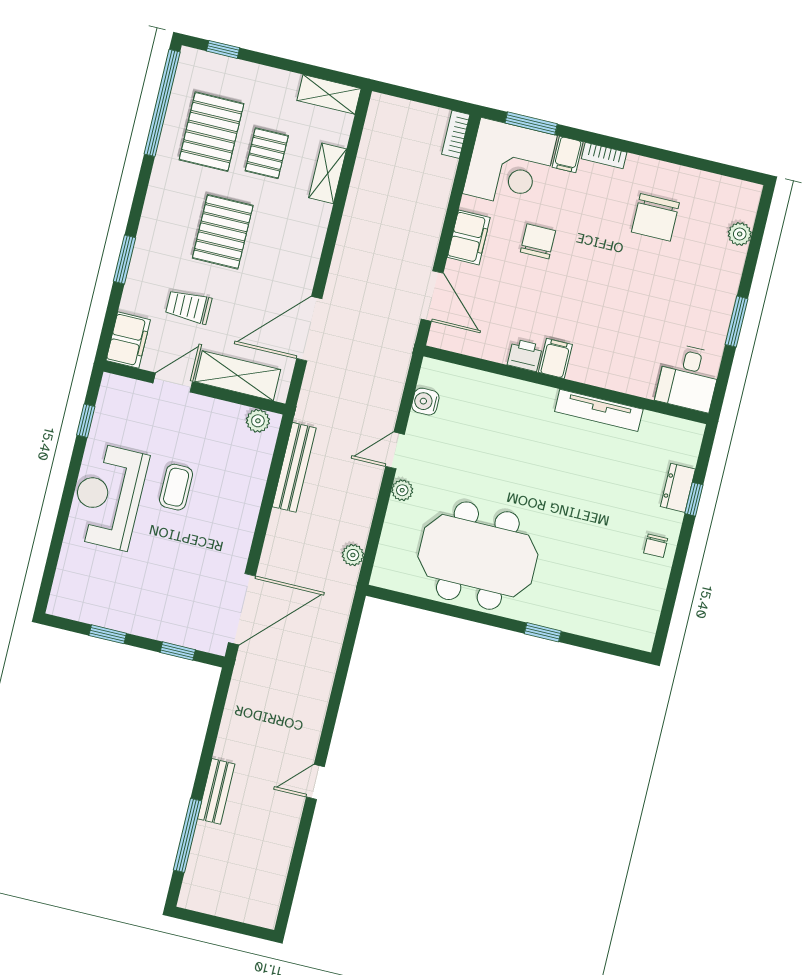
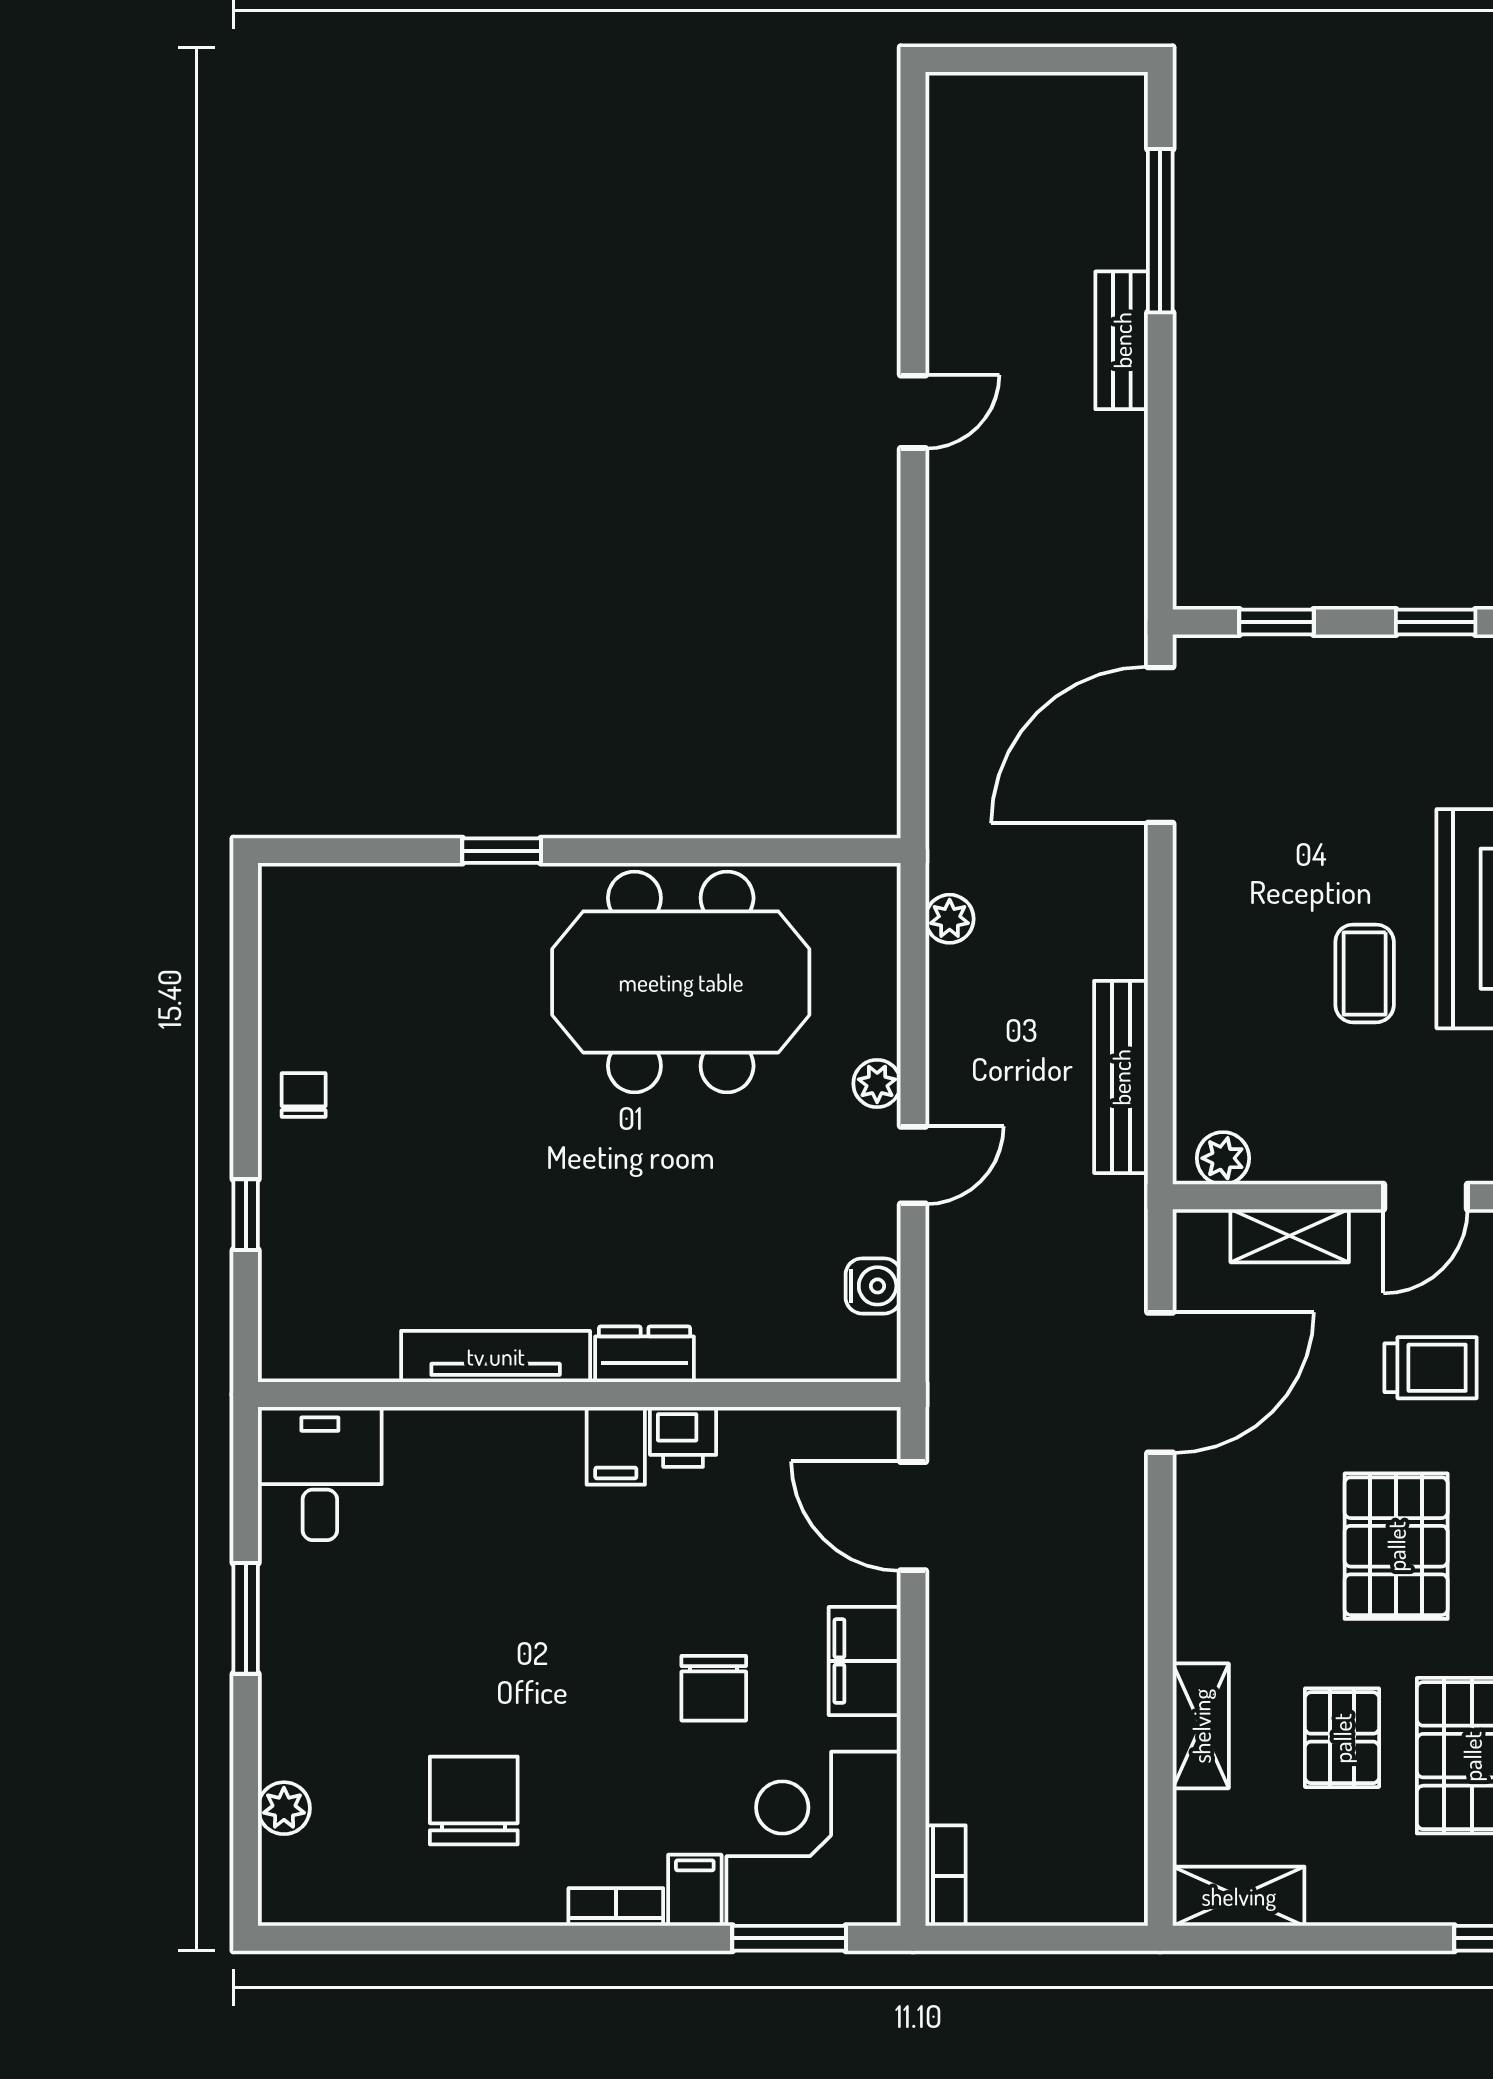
shelving: (238, 376) -> (1290, 1236), width x0.67, depth x0.75
dresser: (678, 488) -> (644, 1354), moved, turned -90

